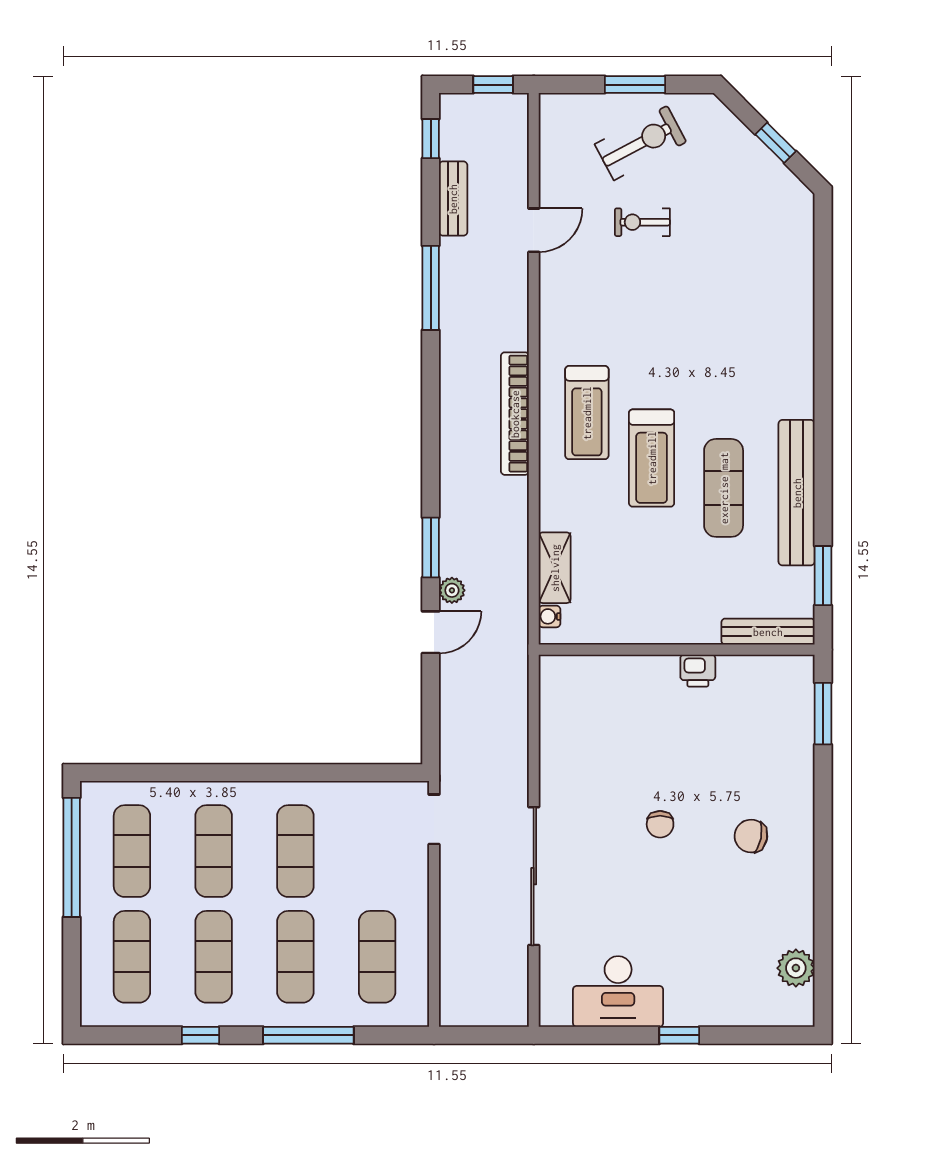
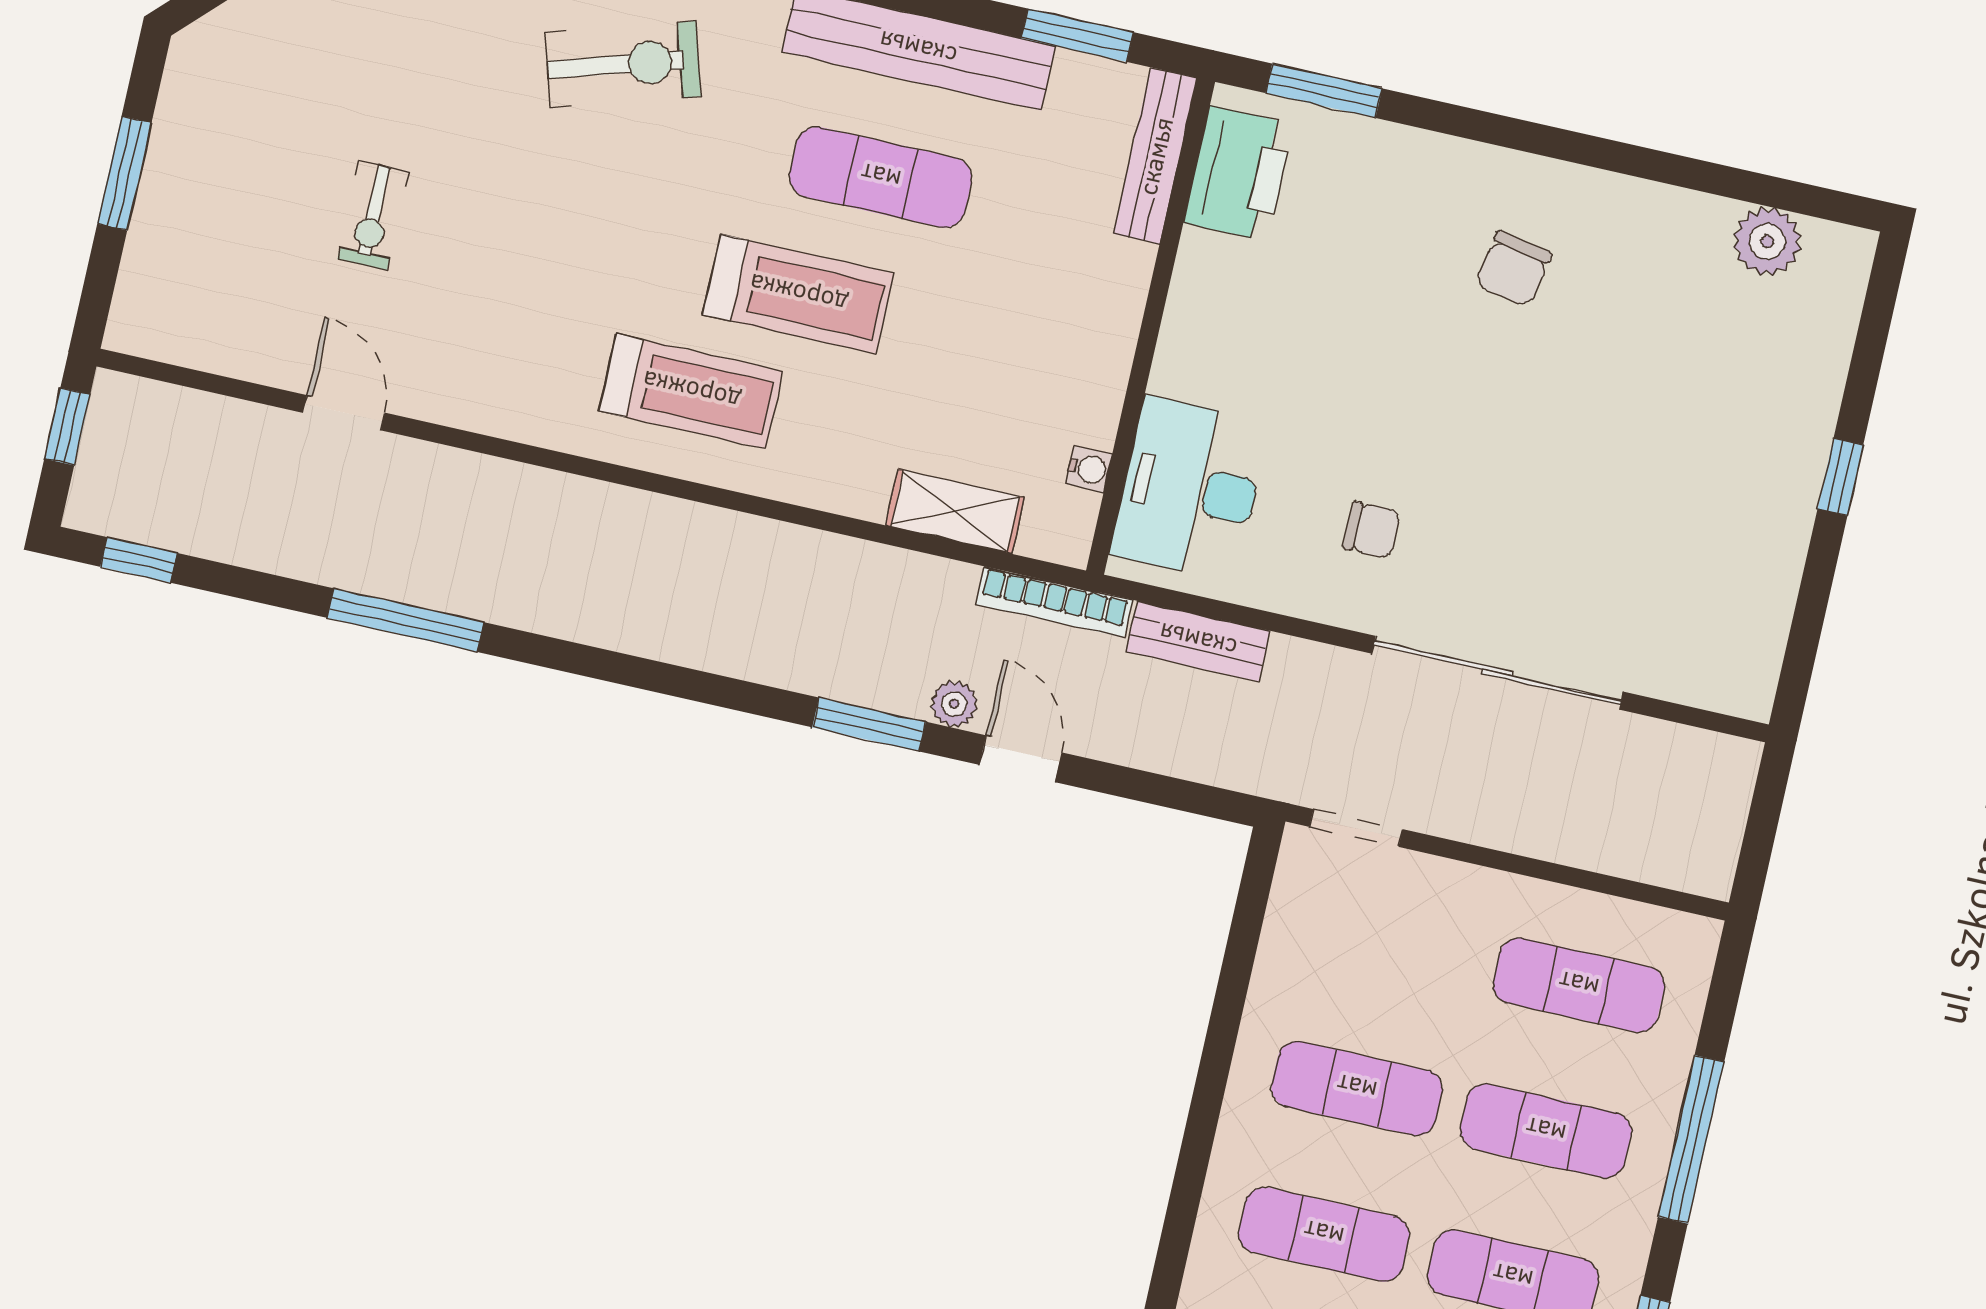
exercise bike: (641, 143) -> (623, 64), moved, turned 101
bench: (453, 199) -> (1198, 641), moved
bookcase: (515, 414) -> (1054, 602), moved, width x0.68, depth x0.76
water cooler: (550, 616) -> (1089, 469), moved, turned -90
printer: (698, 671) -> (1239, 174), moved, width x1.87, depth x1.48
chair: (660, 824) -> (1372, 530), moved
desk: (618, 992) -> (1190, 489), moved, turned 180

